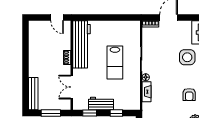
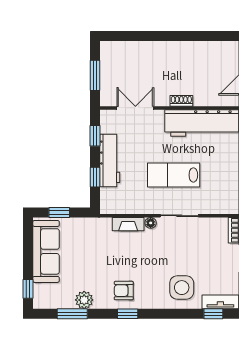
bench: (33, 94) -> (125, 48), removed
workbench: (101, 104) -> (110, 160), width x1.37

